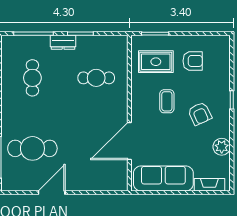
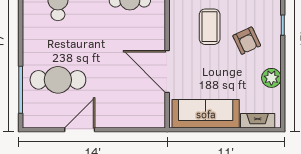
coffee table: (167, 101) -> (210, 27), width x1.36, depth x1.30
door: (129, 141) -> (167, 72), hinge flipped

